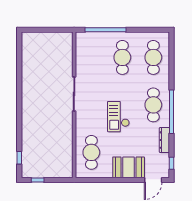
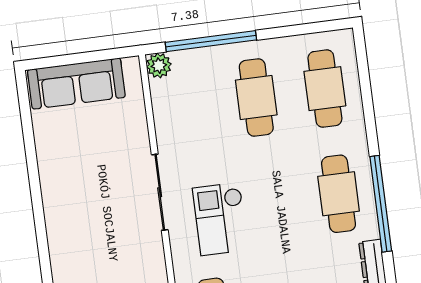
plant: (81, 38) -> (159, 66), added
sofa: (43, 41) -> (76, 84), added
checkout: (118, 117) -> (220, 219), moved

